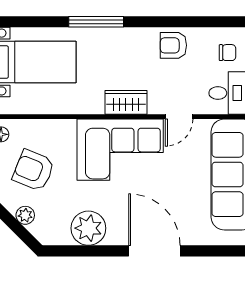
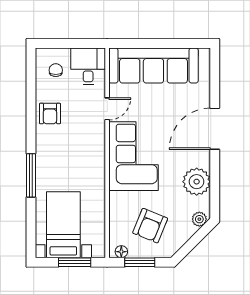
wardrobe: (126, 102) -> (96, 151), removed
door: (179, 117) -> (107, 109), hinge flipped
plant: (25, 215) -> (199, 219), moved

